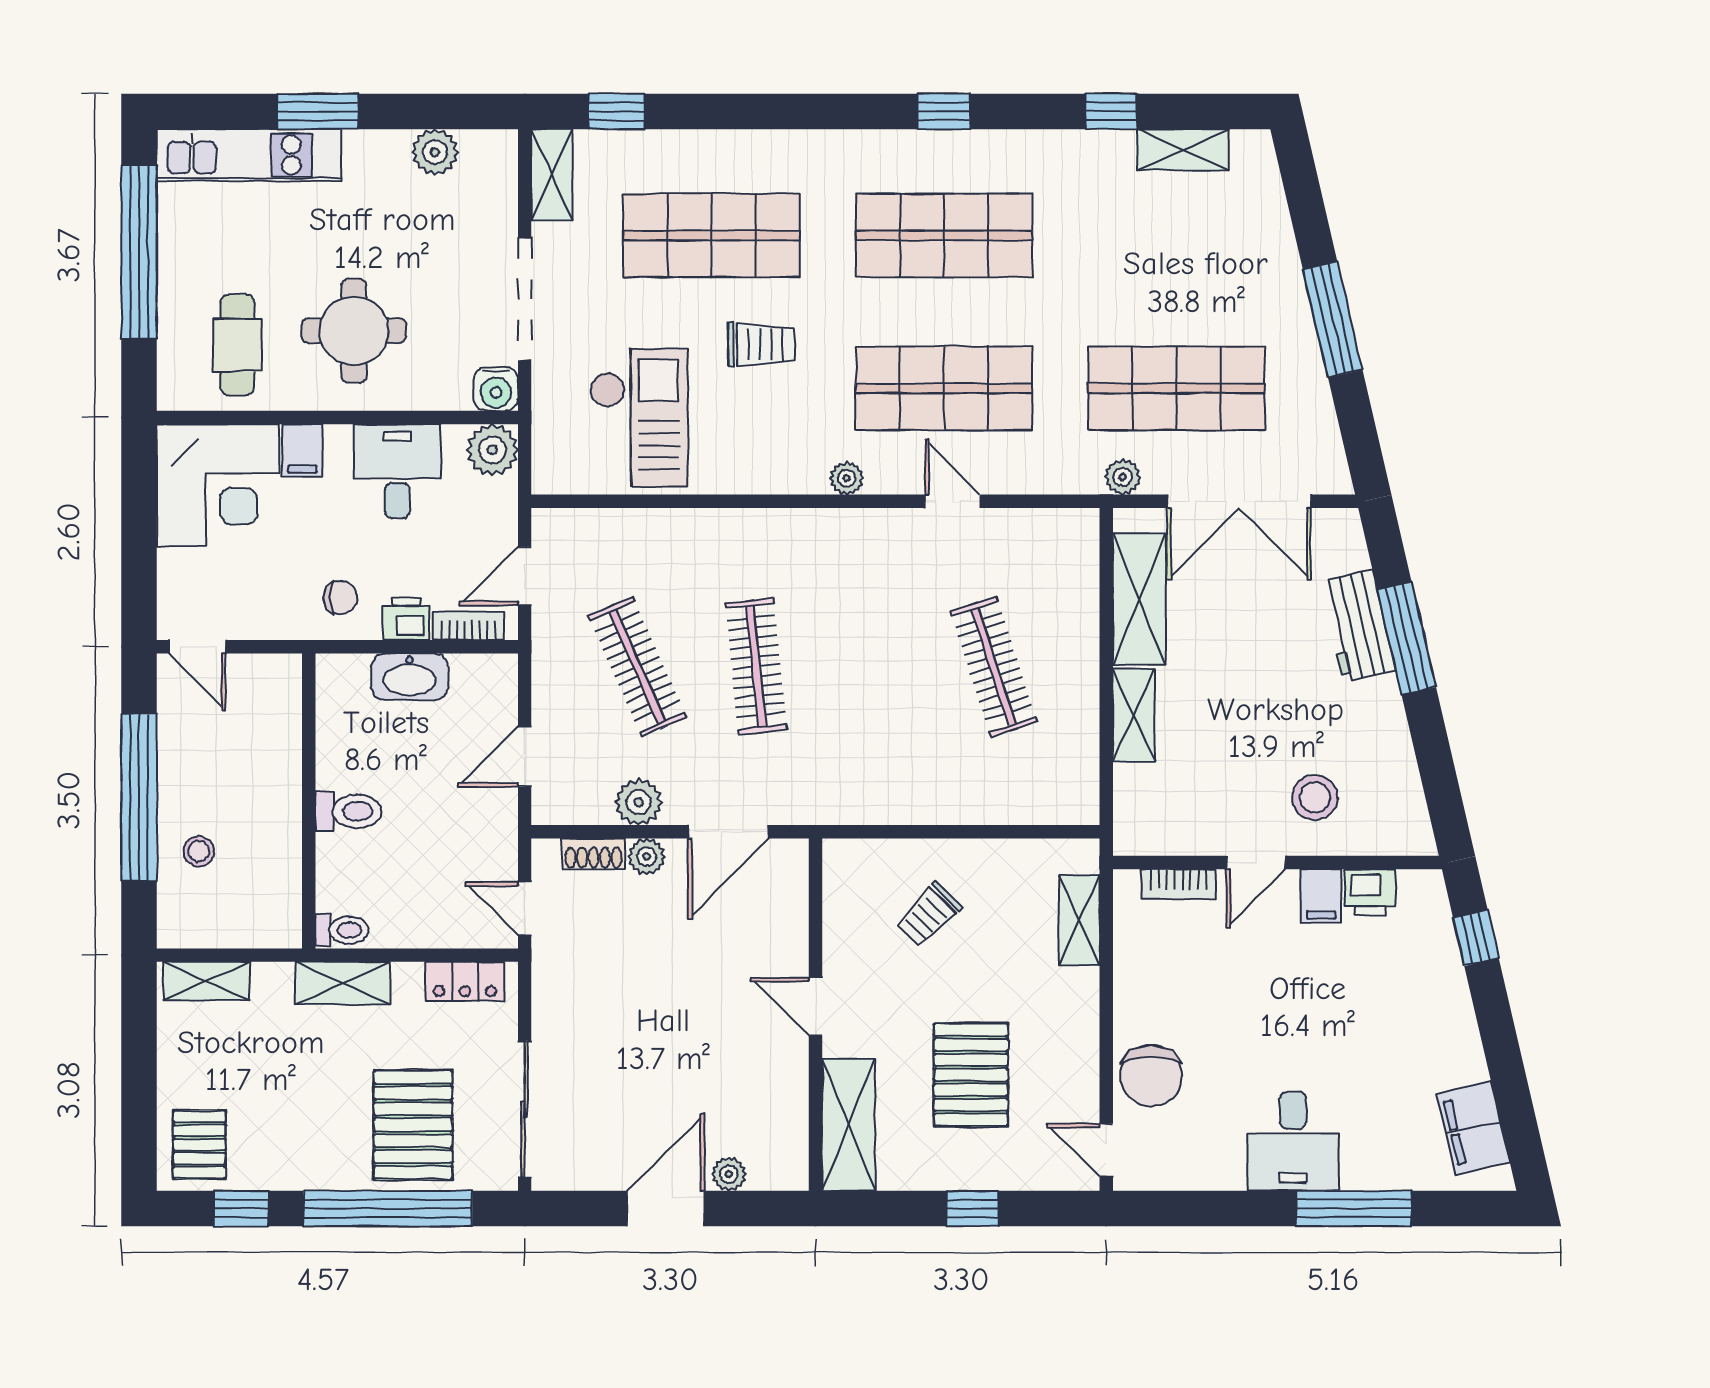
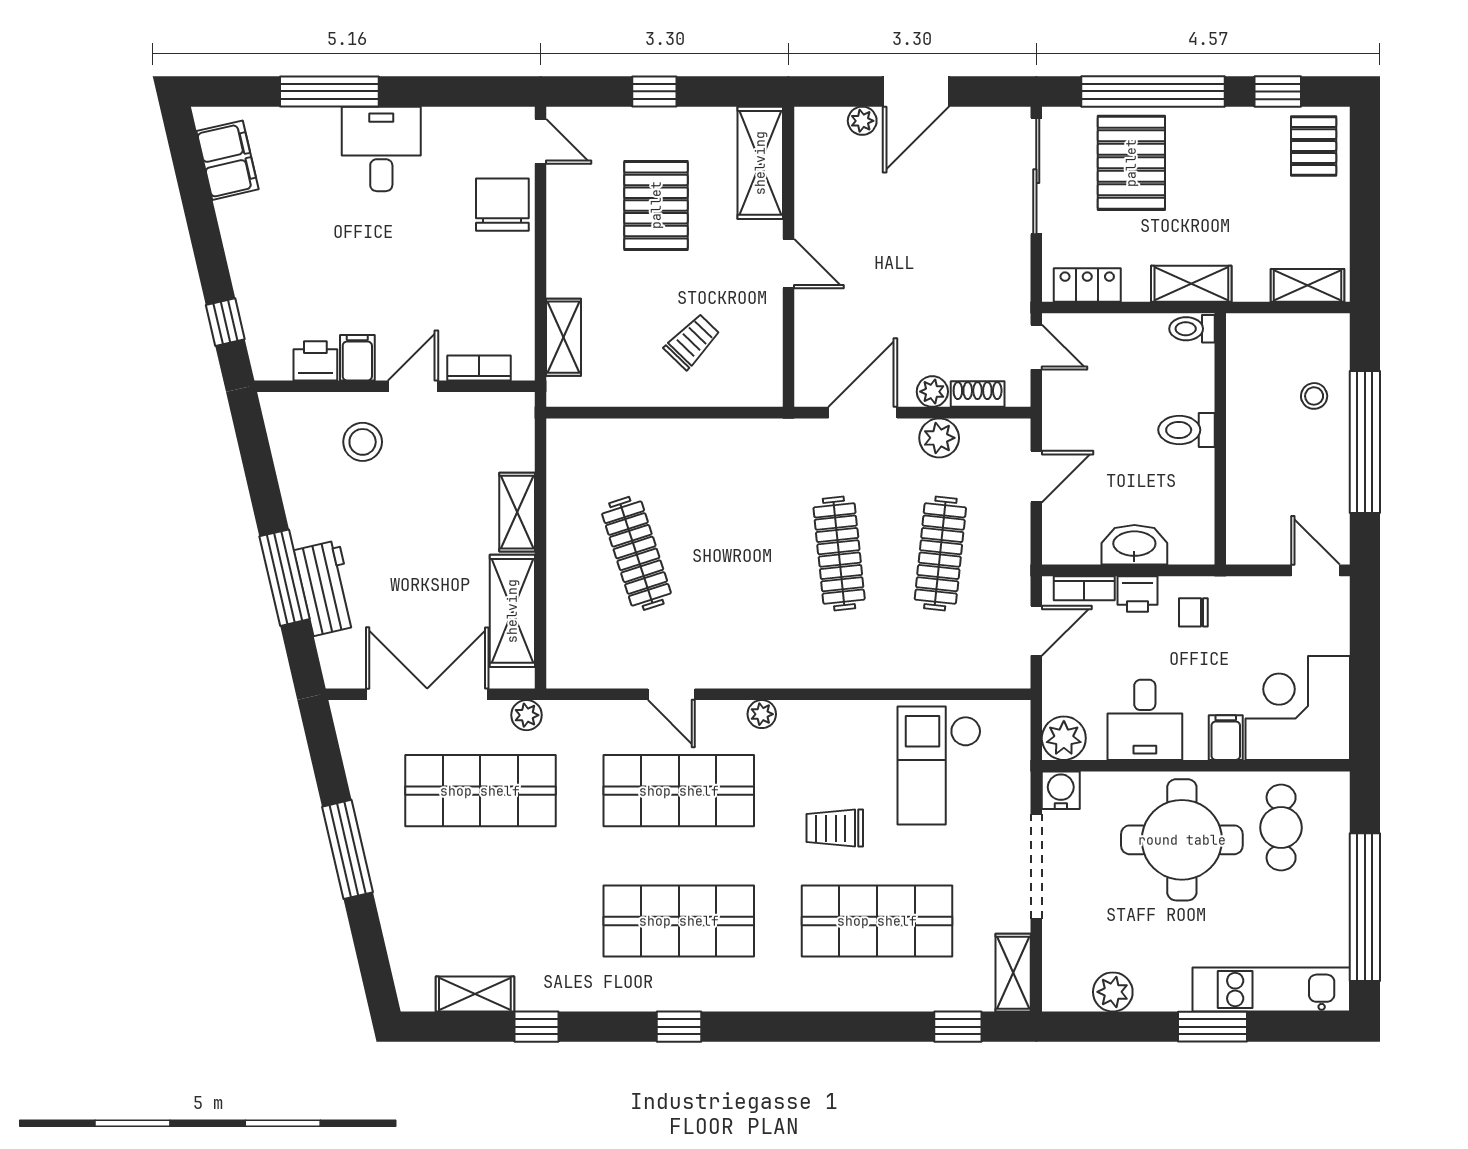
round table: (354, 331) -> (1182, 840), width x1.36, depth x1.36
clothes rail: (637, 667) -> (940, 553), turned 30

